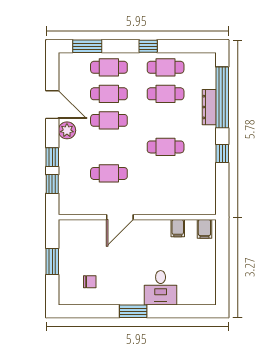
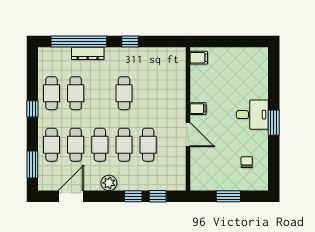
door: (52, 105) -> (71, 196), moved
cafe table: (109, 147) -> (124, 145), added
filing cabinet: (178, 228) -> (198, 109), moved
desk: (161, 288) -> (252, 115), moved

